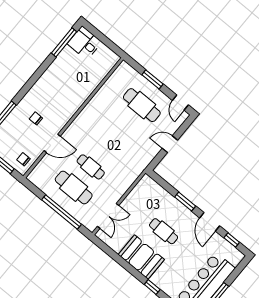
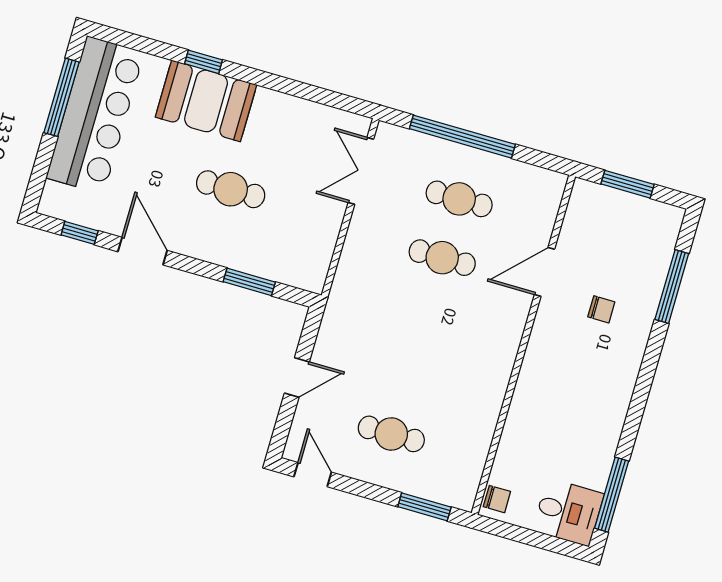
window: (152, 79) -> (424, 507), moved
cafe table: (142, 105) -> (391, 434), width x0.73, depth x0.74
chair: (23, 159) -> (497, 499), moved
cafe table: (74, 188) -> (459, 199), width x0.73, depth x0.74
window: (185, 202) -> (249, 282), moved
booth: (141, 257) -> (206, 101), moved

